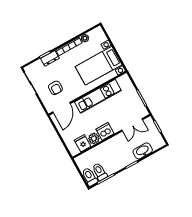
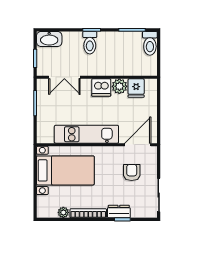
double door: (132, 125) -> (64, 77), swing flipped
washbasin: (143, 151) -> (49, 39), moved
toilet: (100, 172) -> (90, 43), moved

